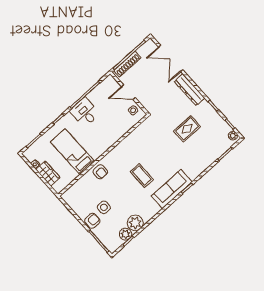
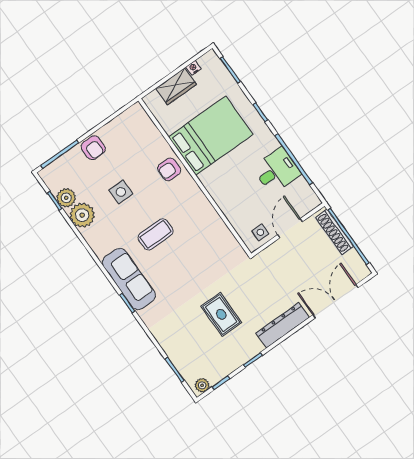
desk: (85, 112) -> (277, 171), moved
bed: (73, 152) -> (211, 136), width x1.50
side table: (104, 207) -> (121, 192), moved

